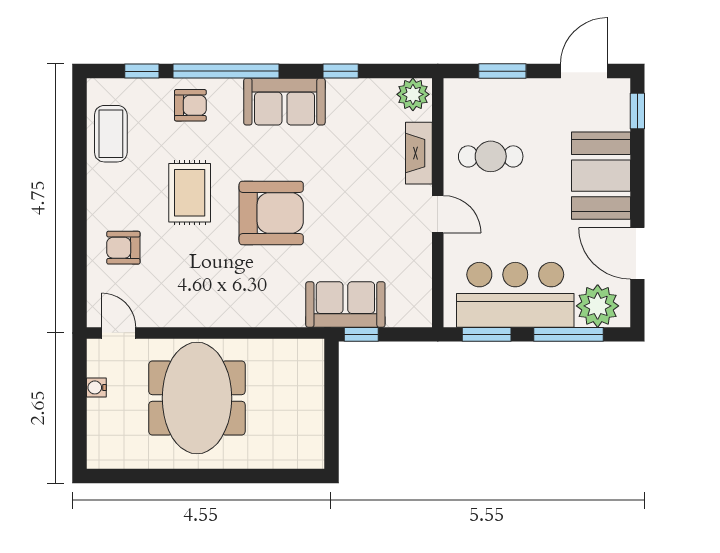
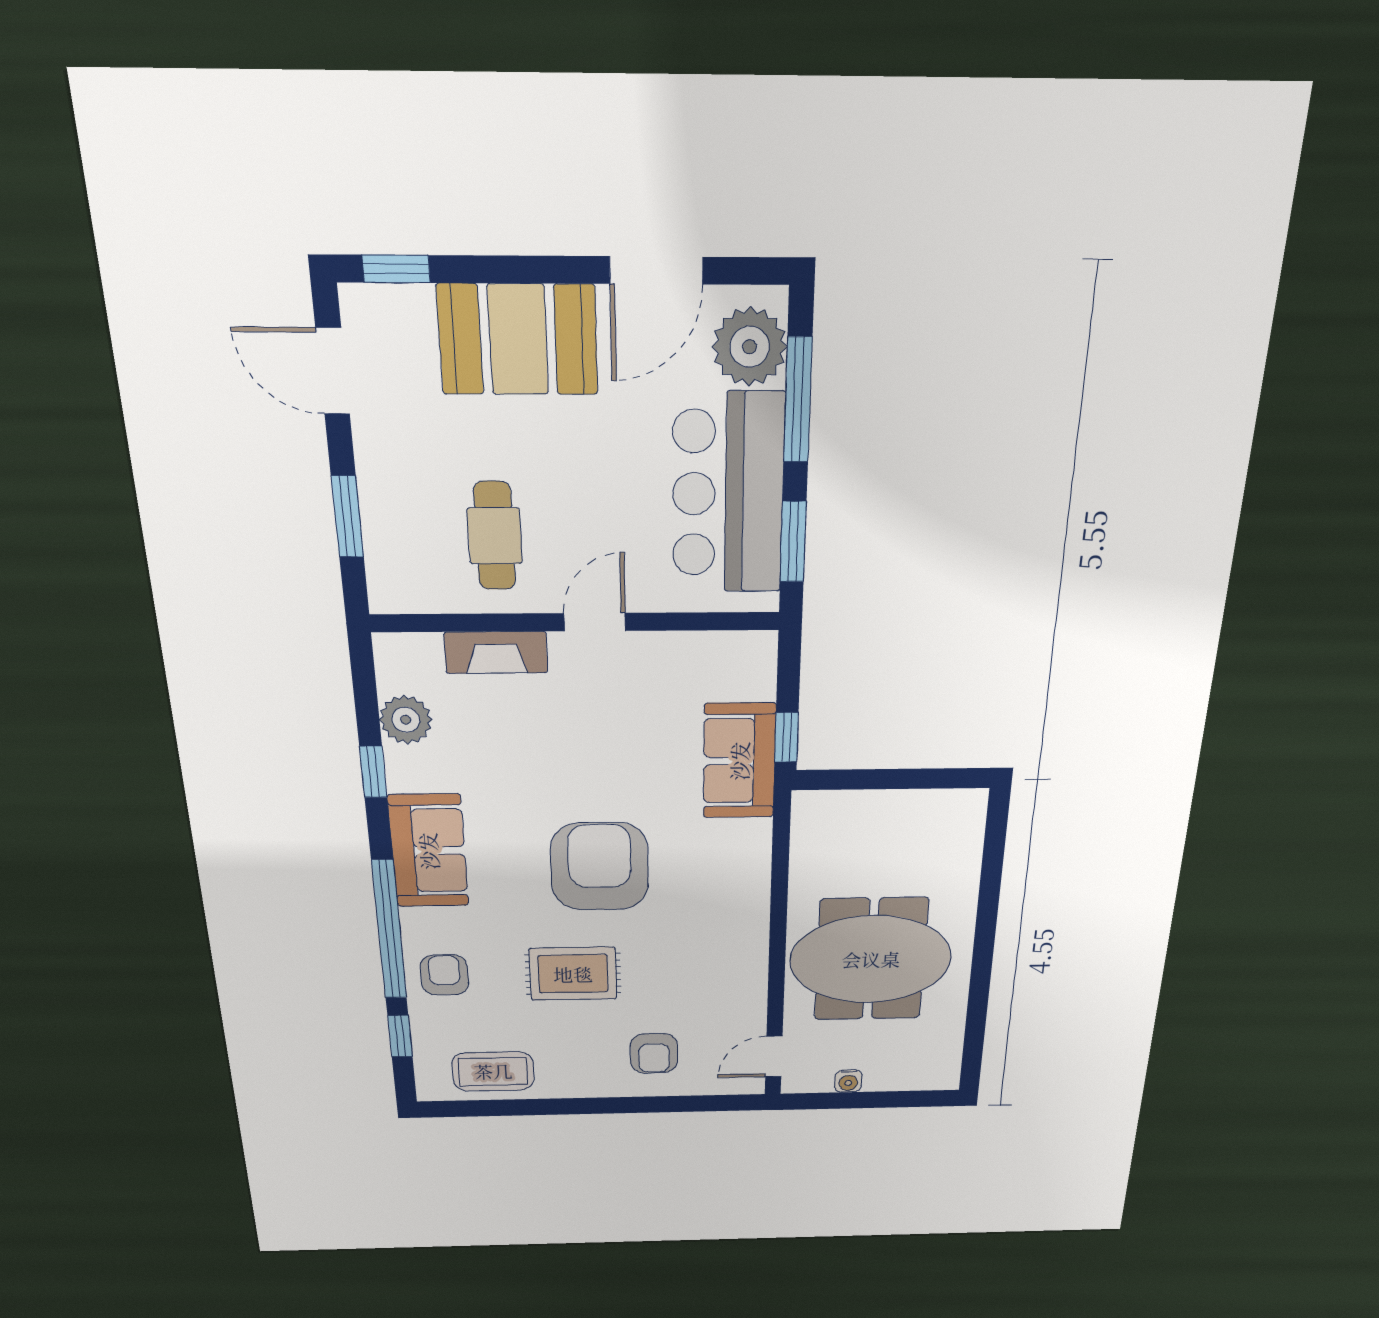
plant: (413, 94) -> (406, 720), moved

